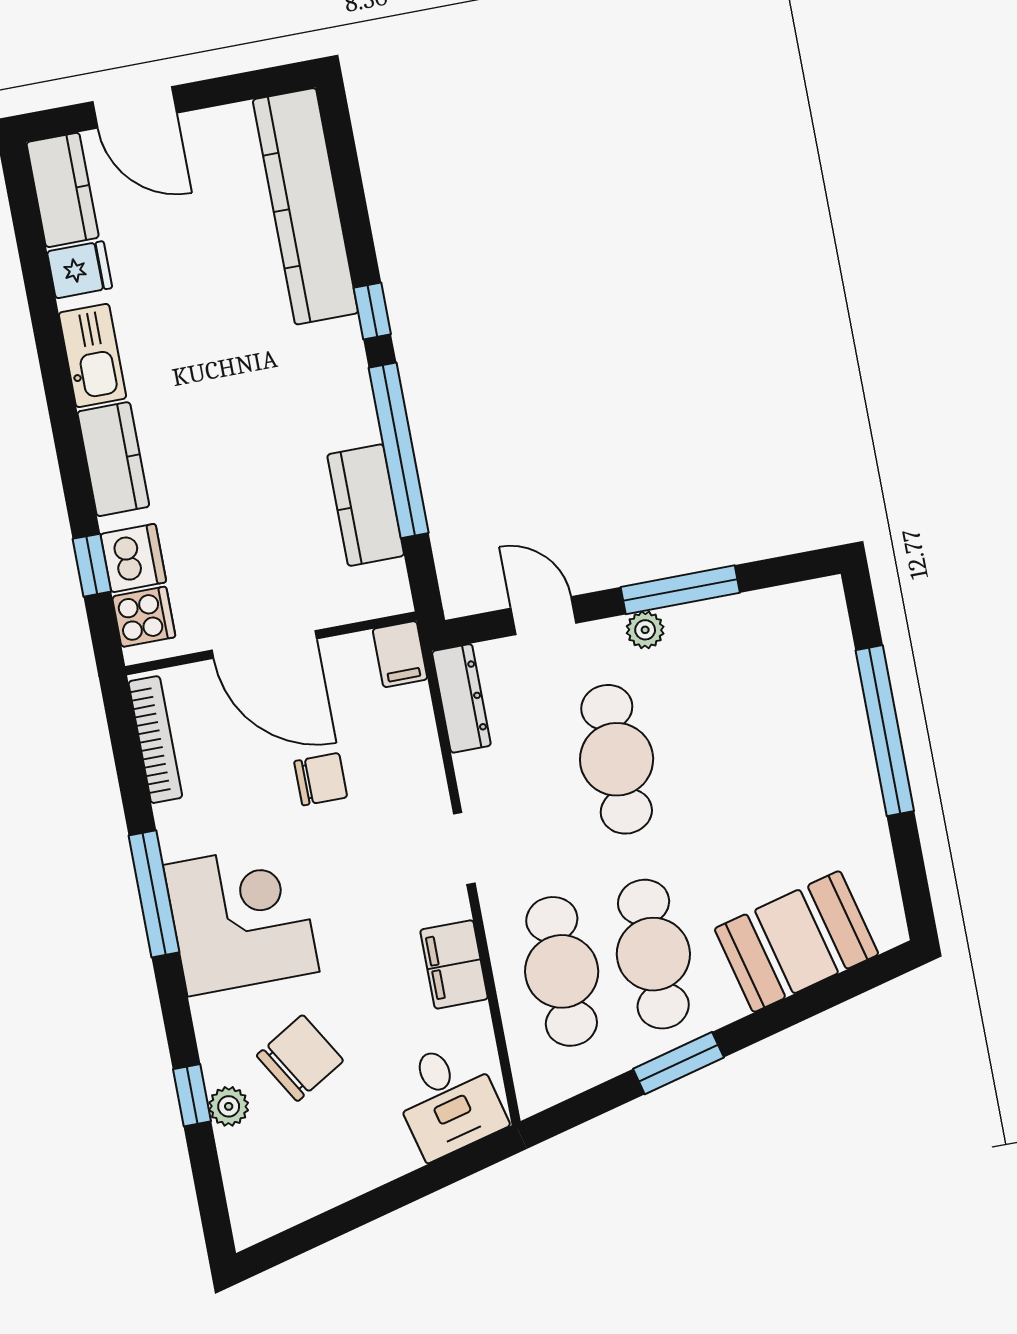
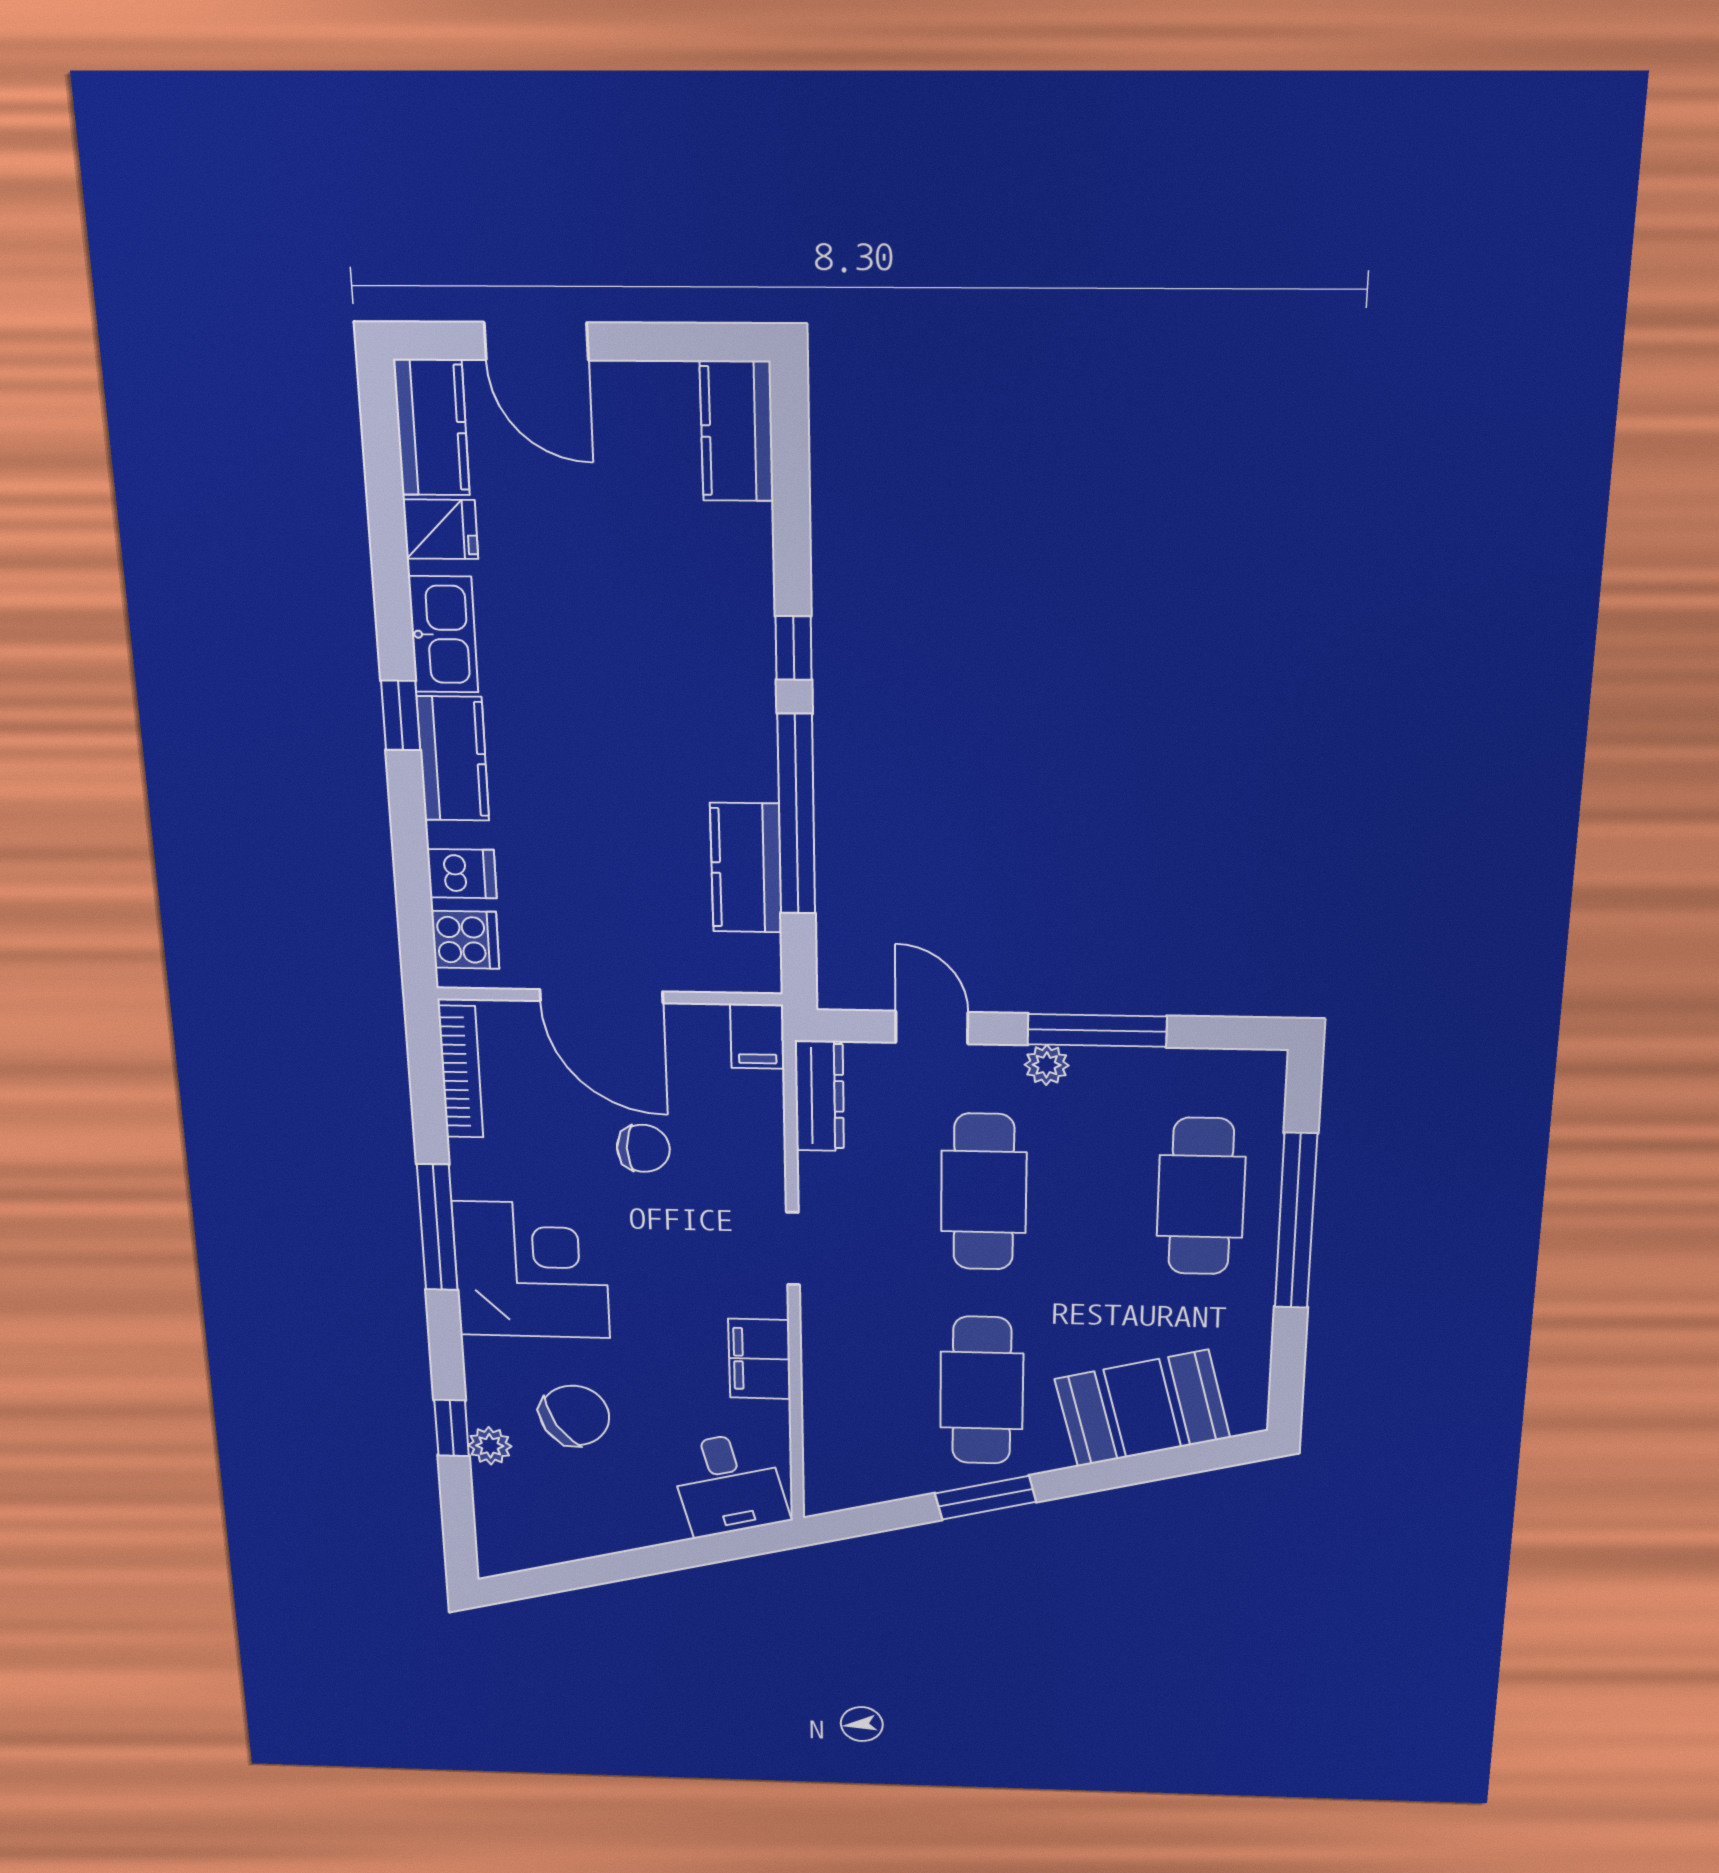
kitchen counter: (305, 206) -> (737, 431), width x0.48, depth x0.86
dishwasher: (133, 558) -> (462, 874), width x0.73
window: (92, 565) -> (401, 715), moved
cafe table: (562, 971) -> (1201, 1197), moved

